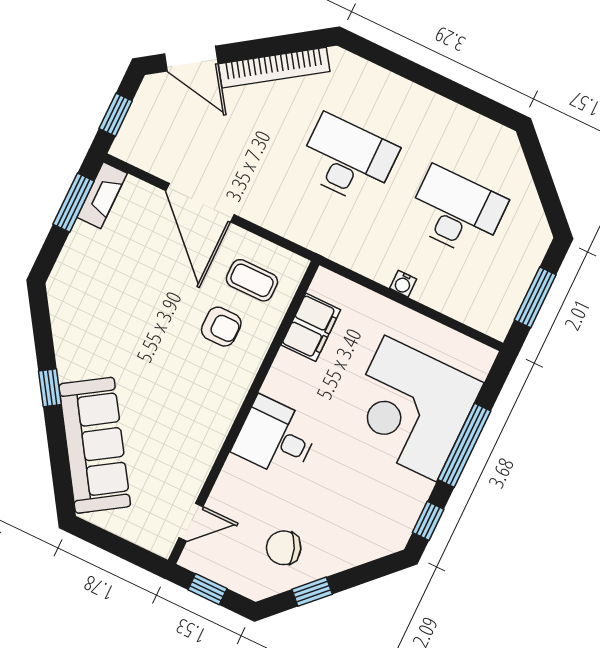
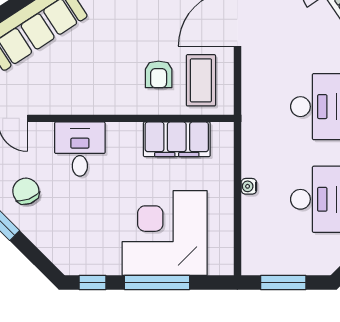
coffee table: (252, 280) -> (201, 80), width x1.36, depth x1.30
filing cabinet: (311, 327) -> (177, 139), width x1.50, depth x1.17
desk: (276, 437) -> (80, 149), moved

